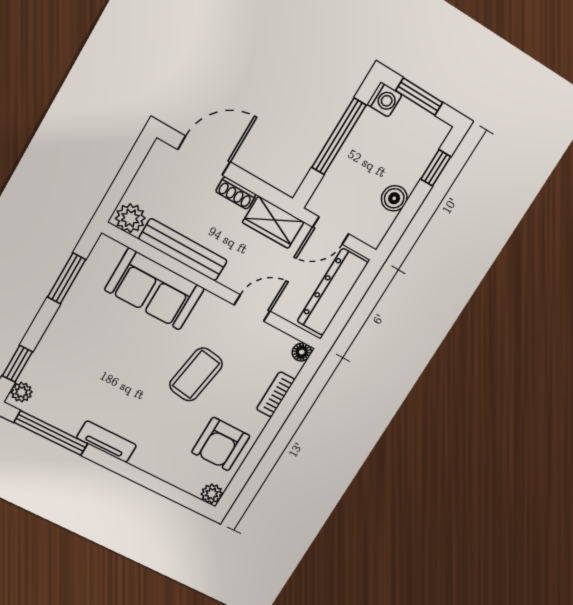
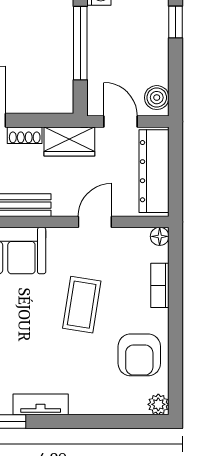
boiler: (394, 198) -> (157, 98), moved
door: (331, 231) -> (121, 121), swing flipped

